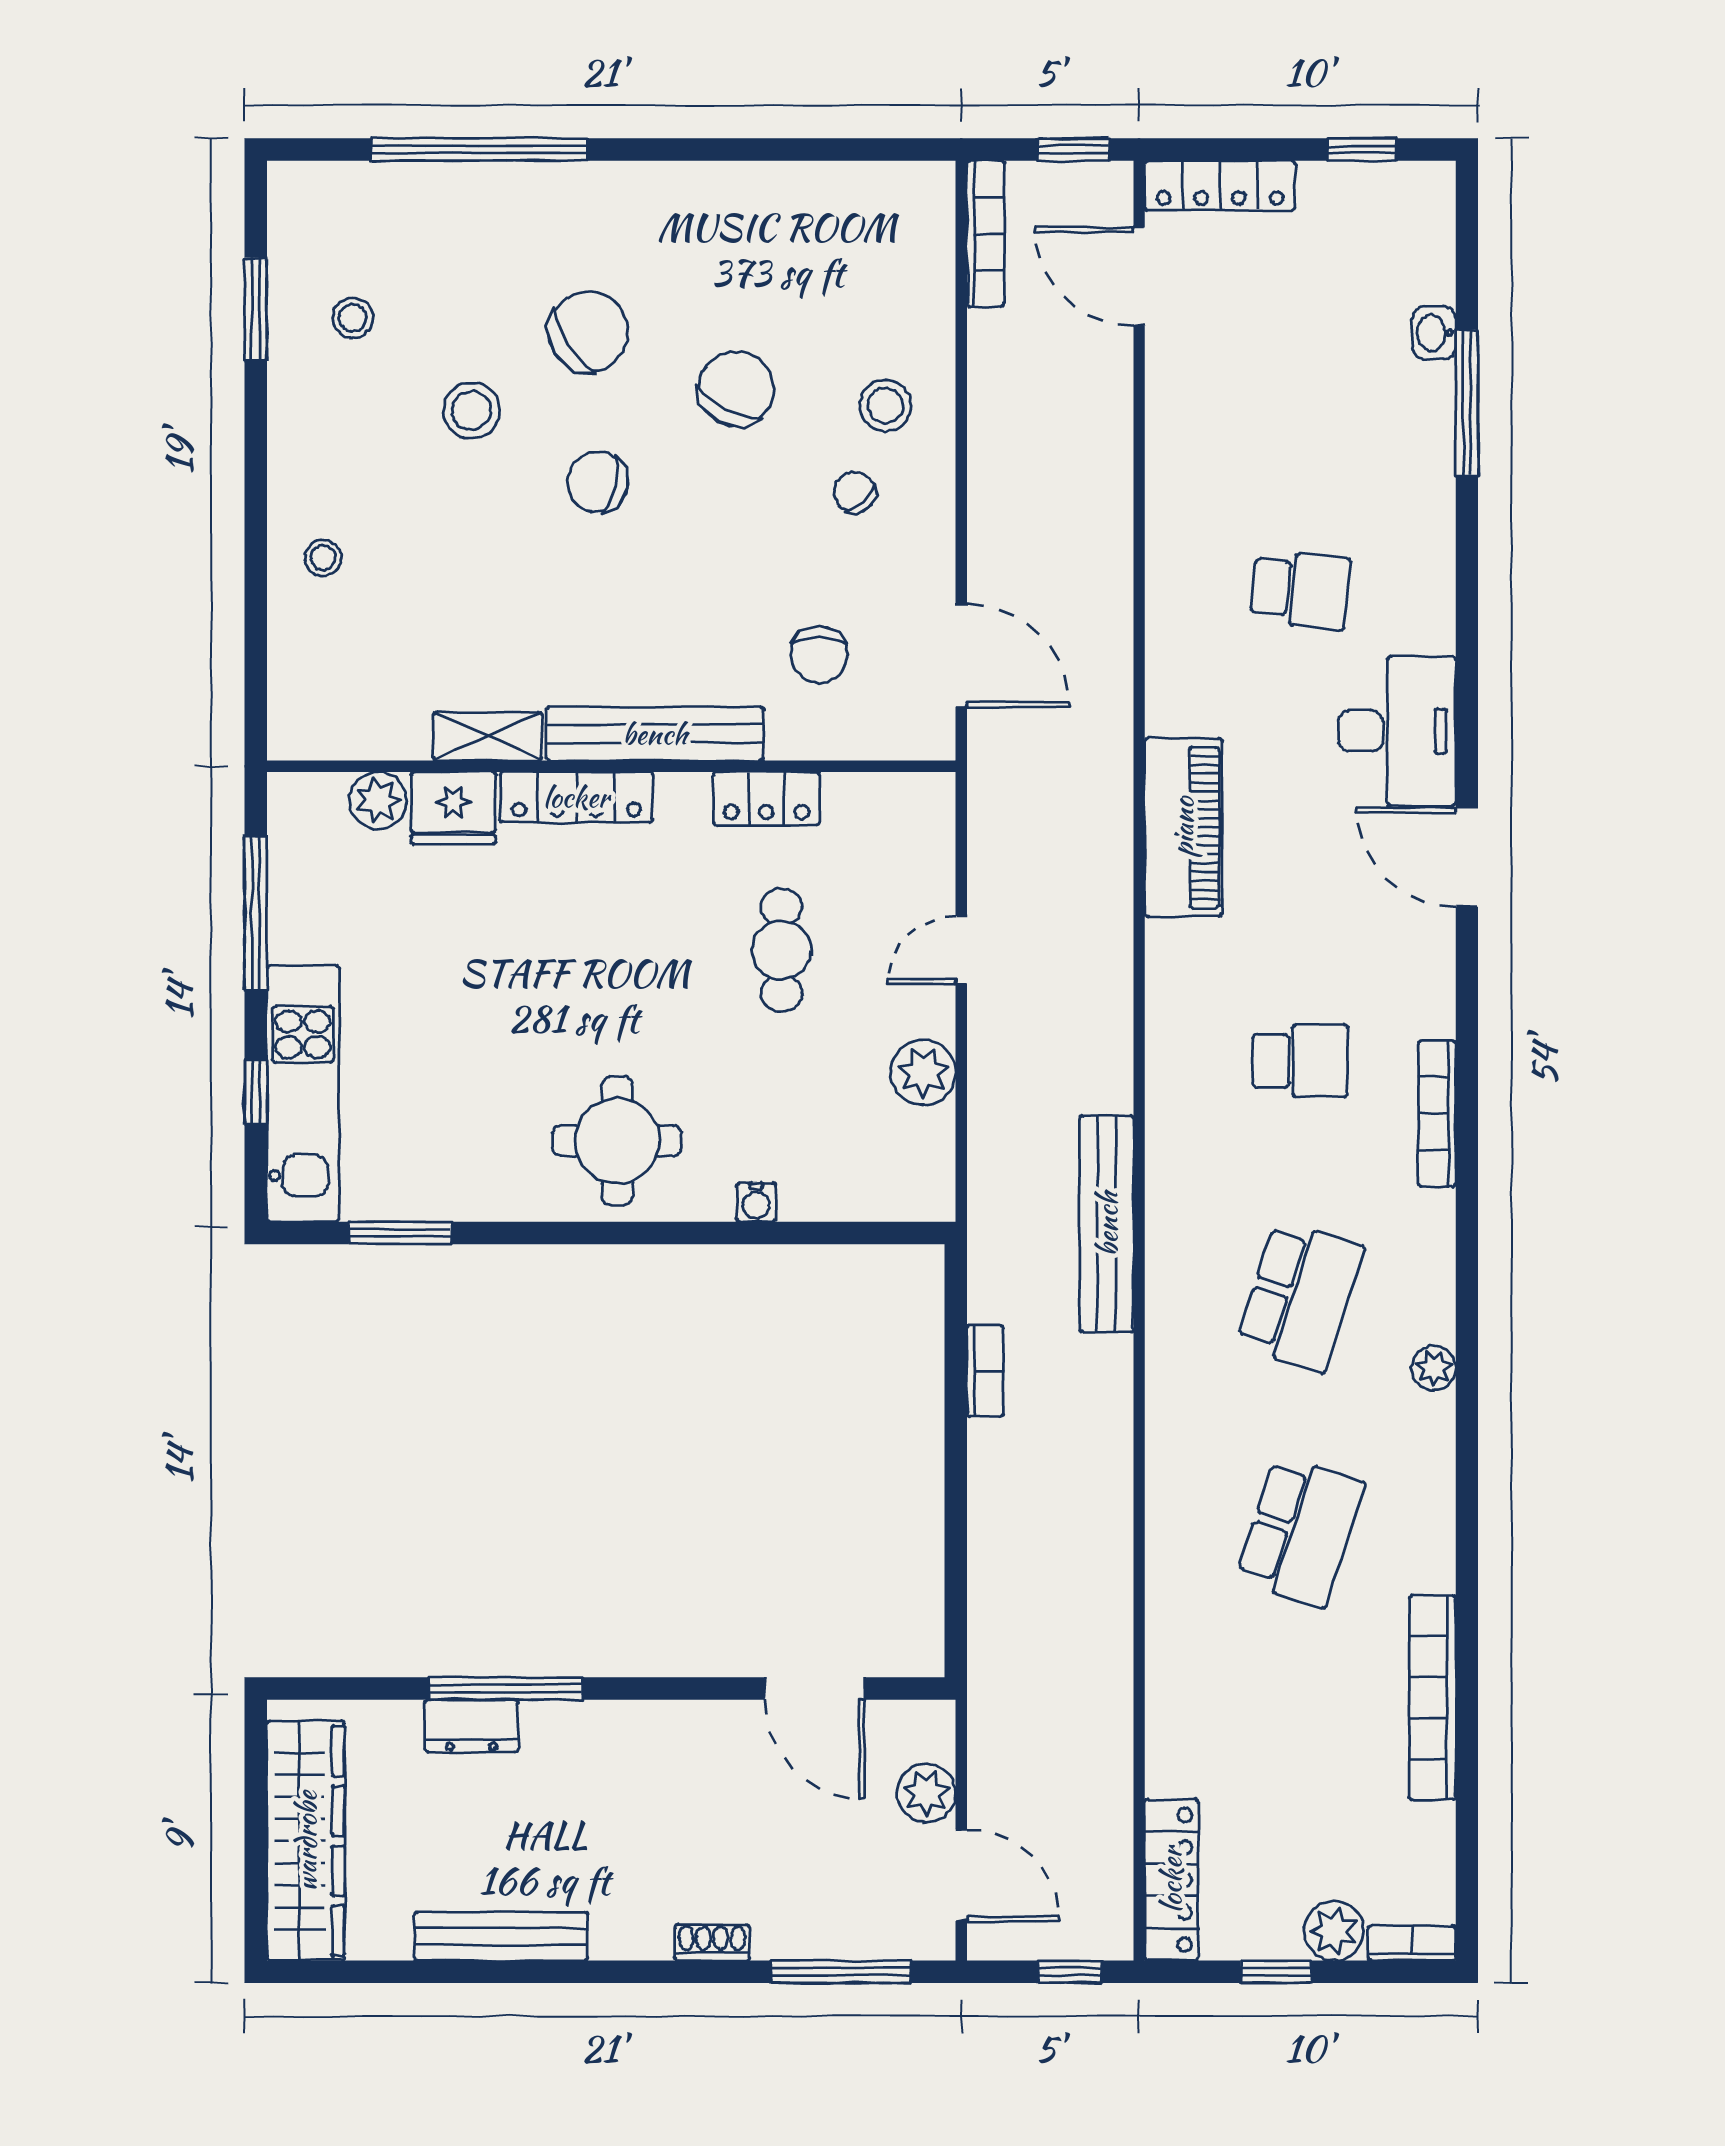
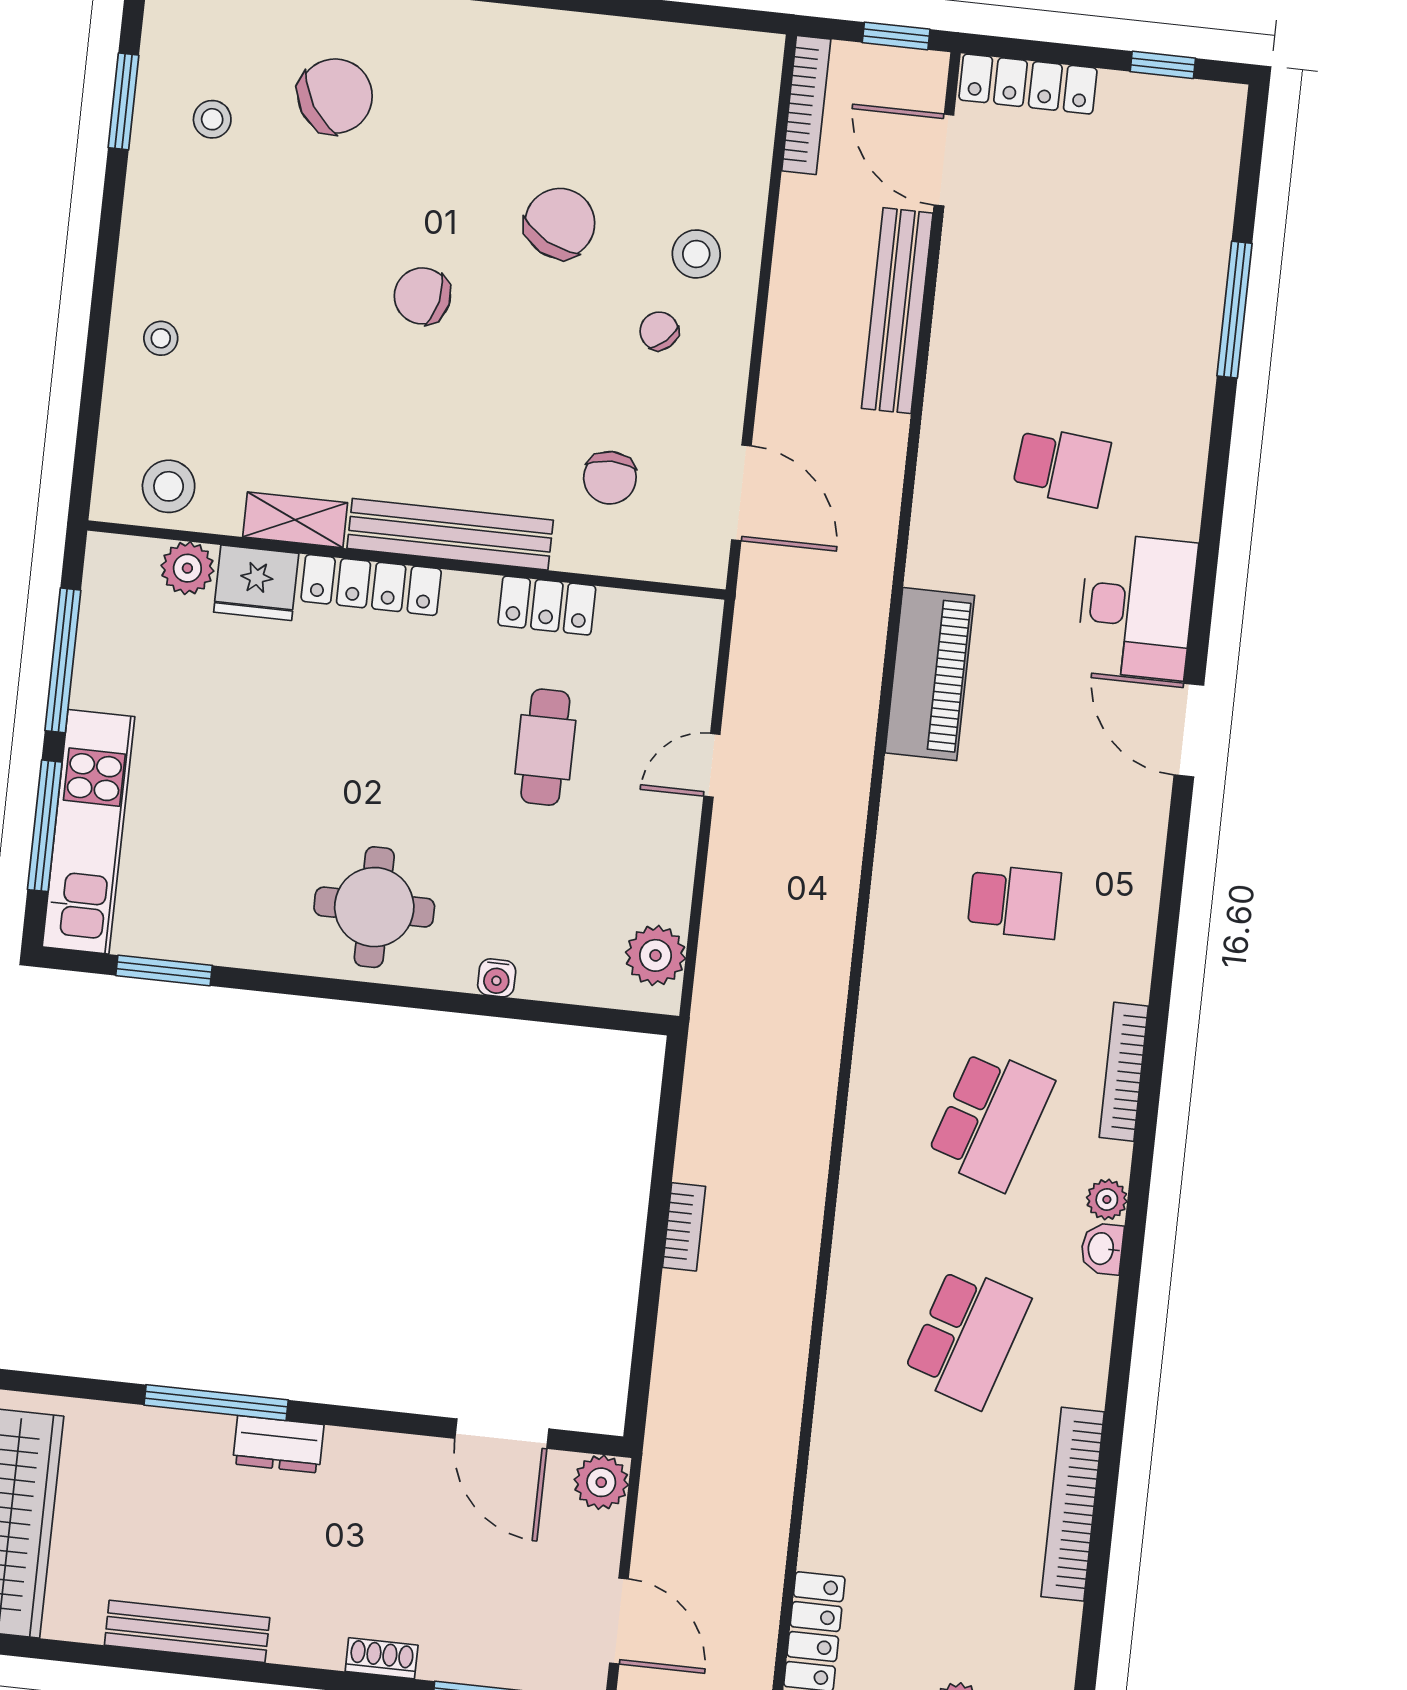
chair: (588, 332) -> (335, 96), moved
washbasin: (1434, 333) -> (1102, 1249), moved
stool: (471, 411) -> (169, 486), moved
plant: (923, 1073) -> (655, 955), moved
window: (256, 1092) -> (45, 826), width x2.17
bookcase: (1437, 1114) -> (1124, 1072), moved
bench: (1107, 1224) -> (897, 311), moved
bookcase: (985, 1371) -> (684, 1227), moved
dresser: (471, 1726) -> (278, 1444), moved
plant: (926, 1793) -> (601, 1482), moved

